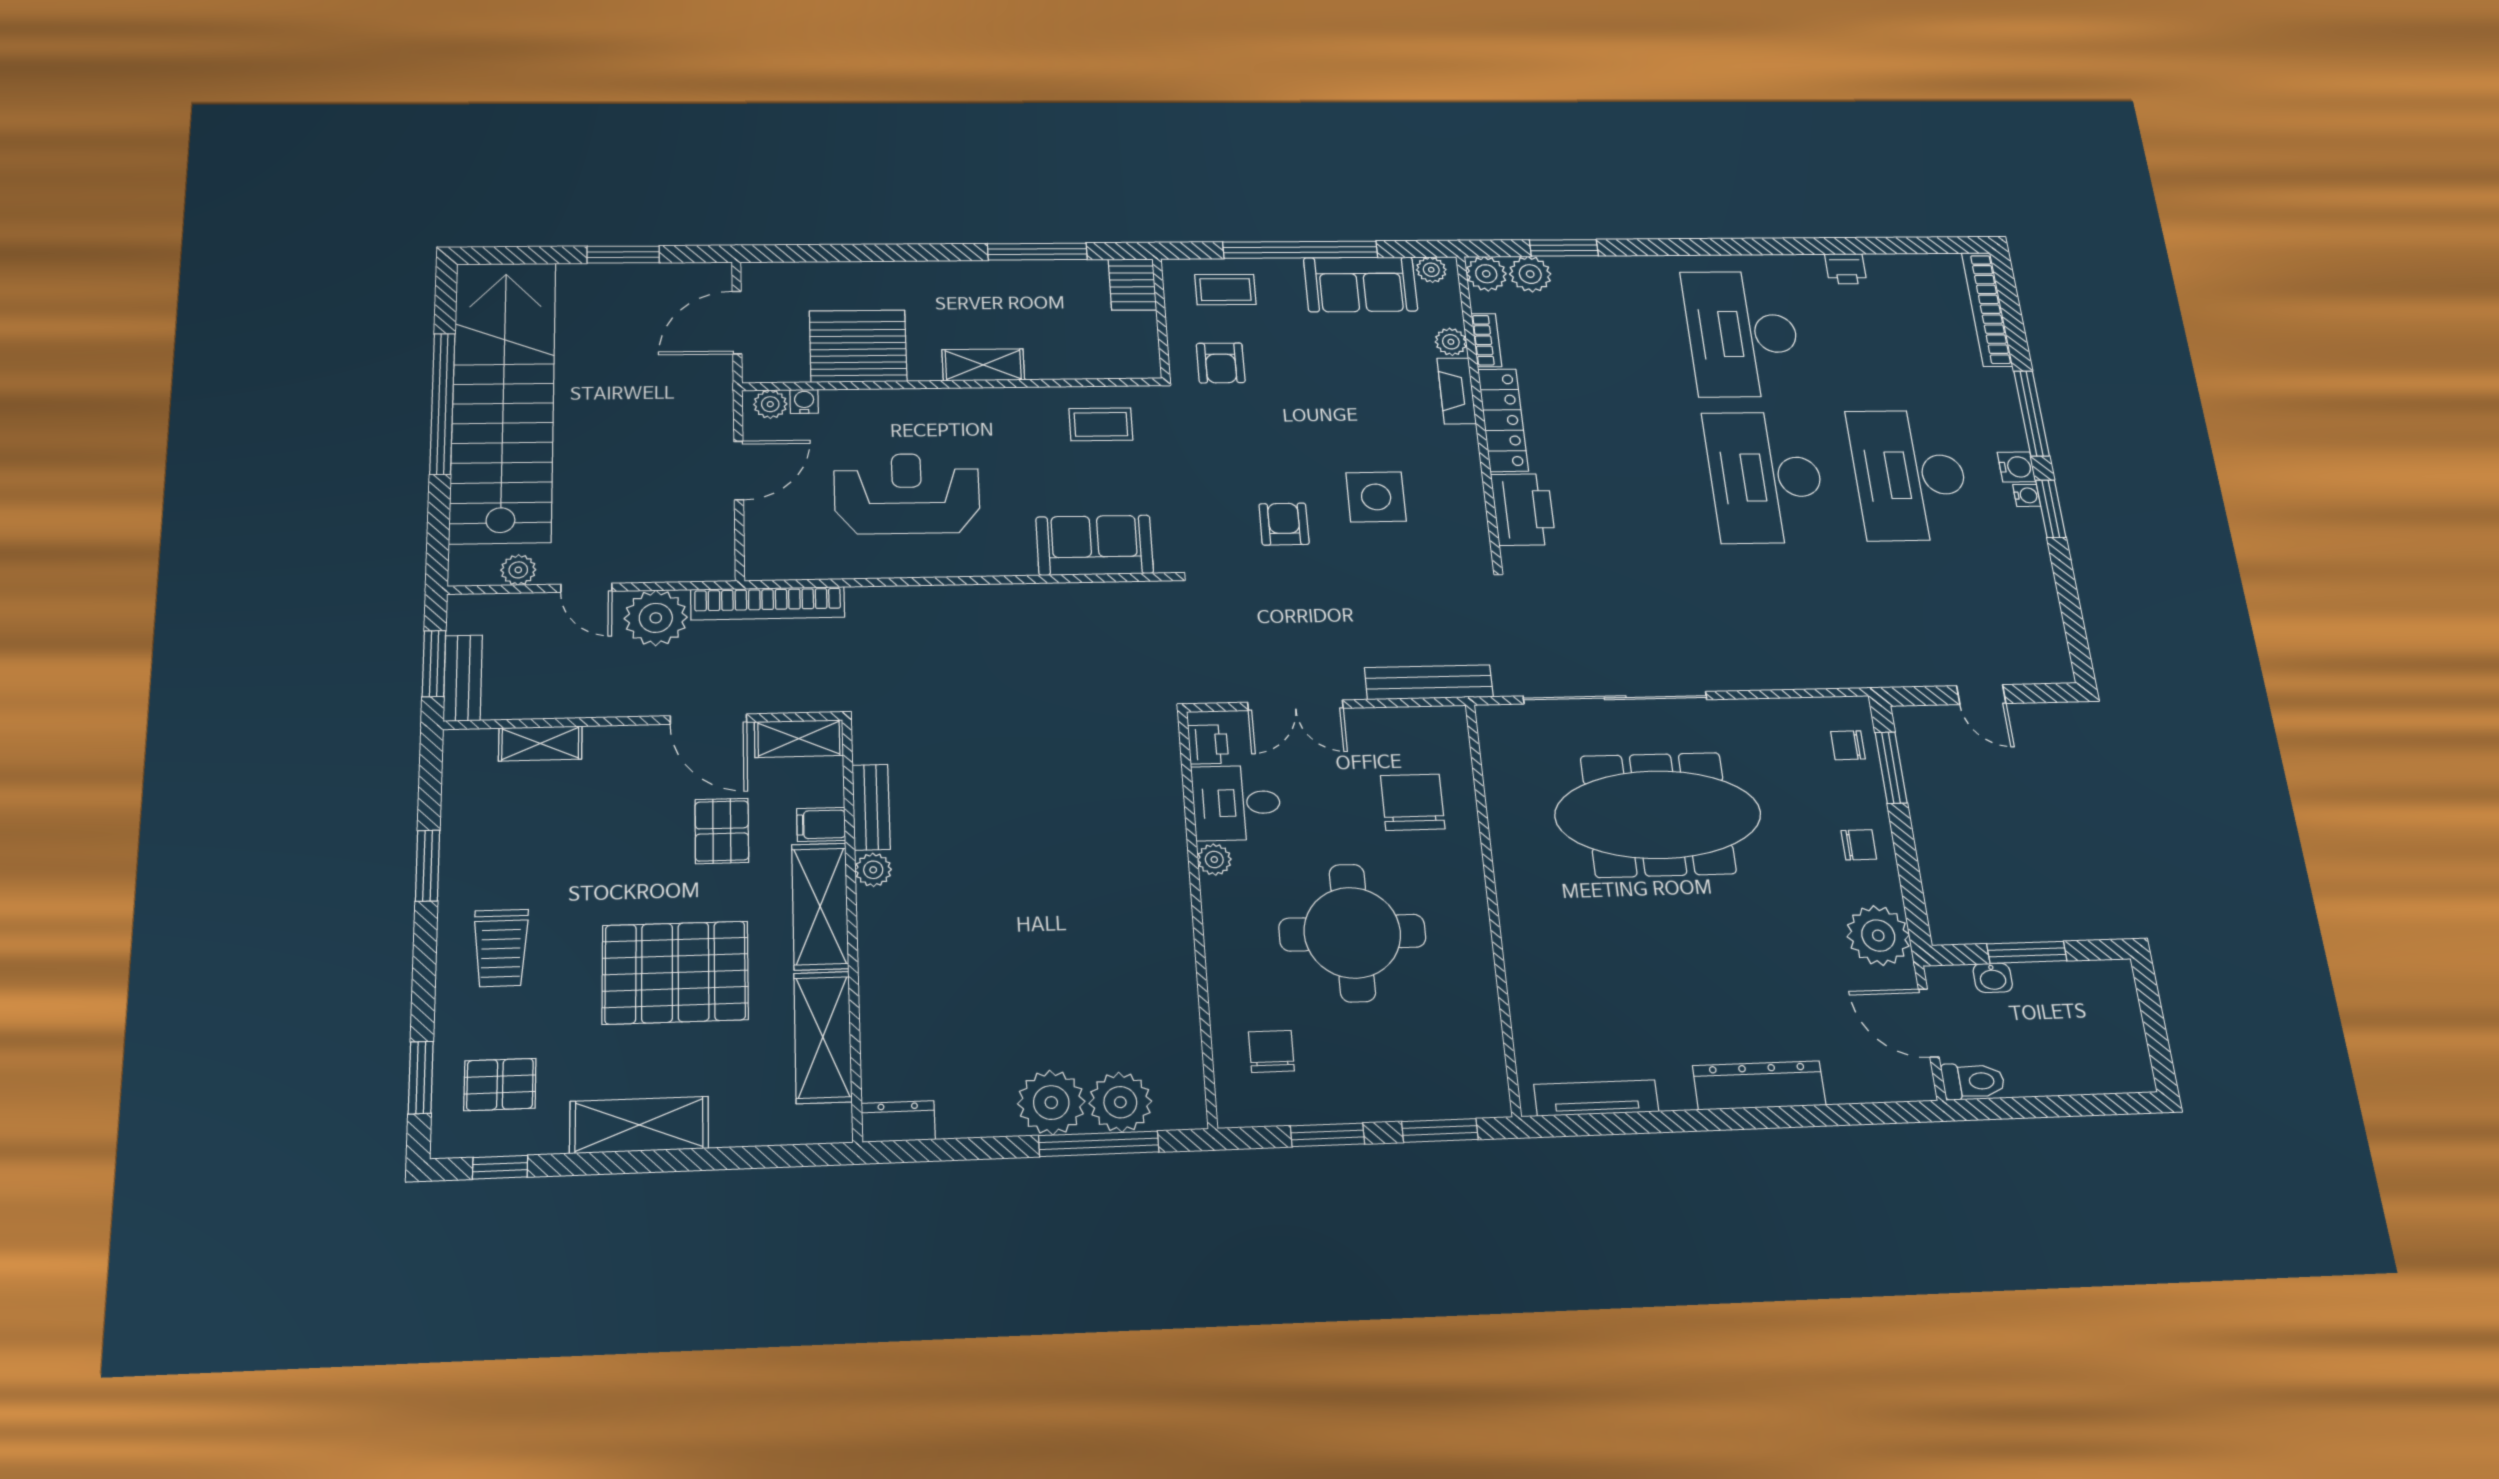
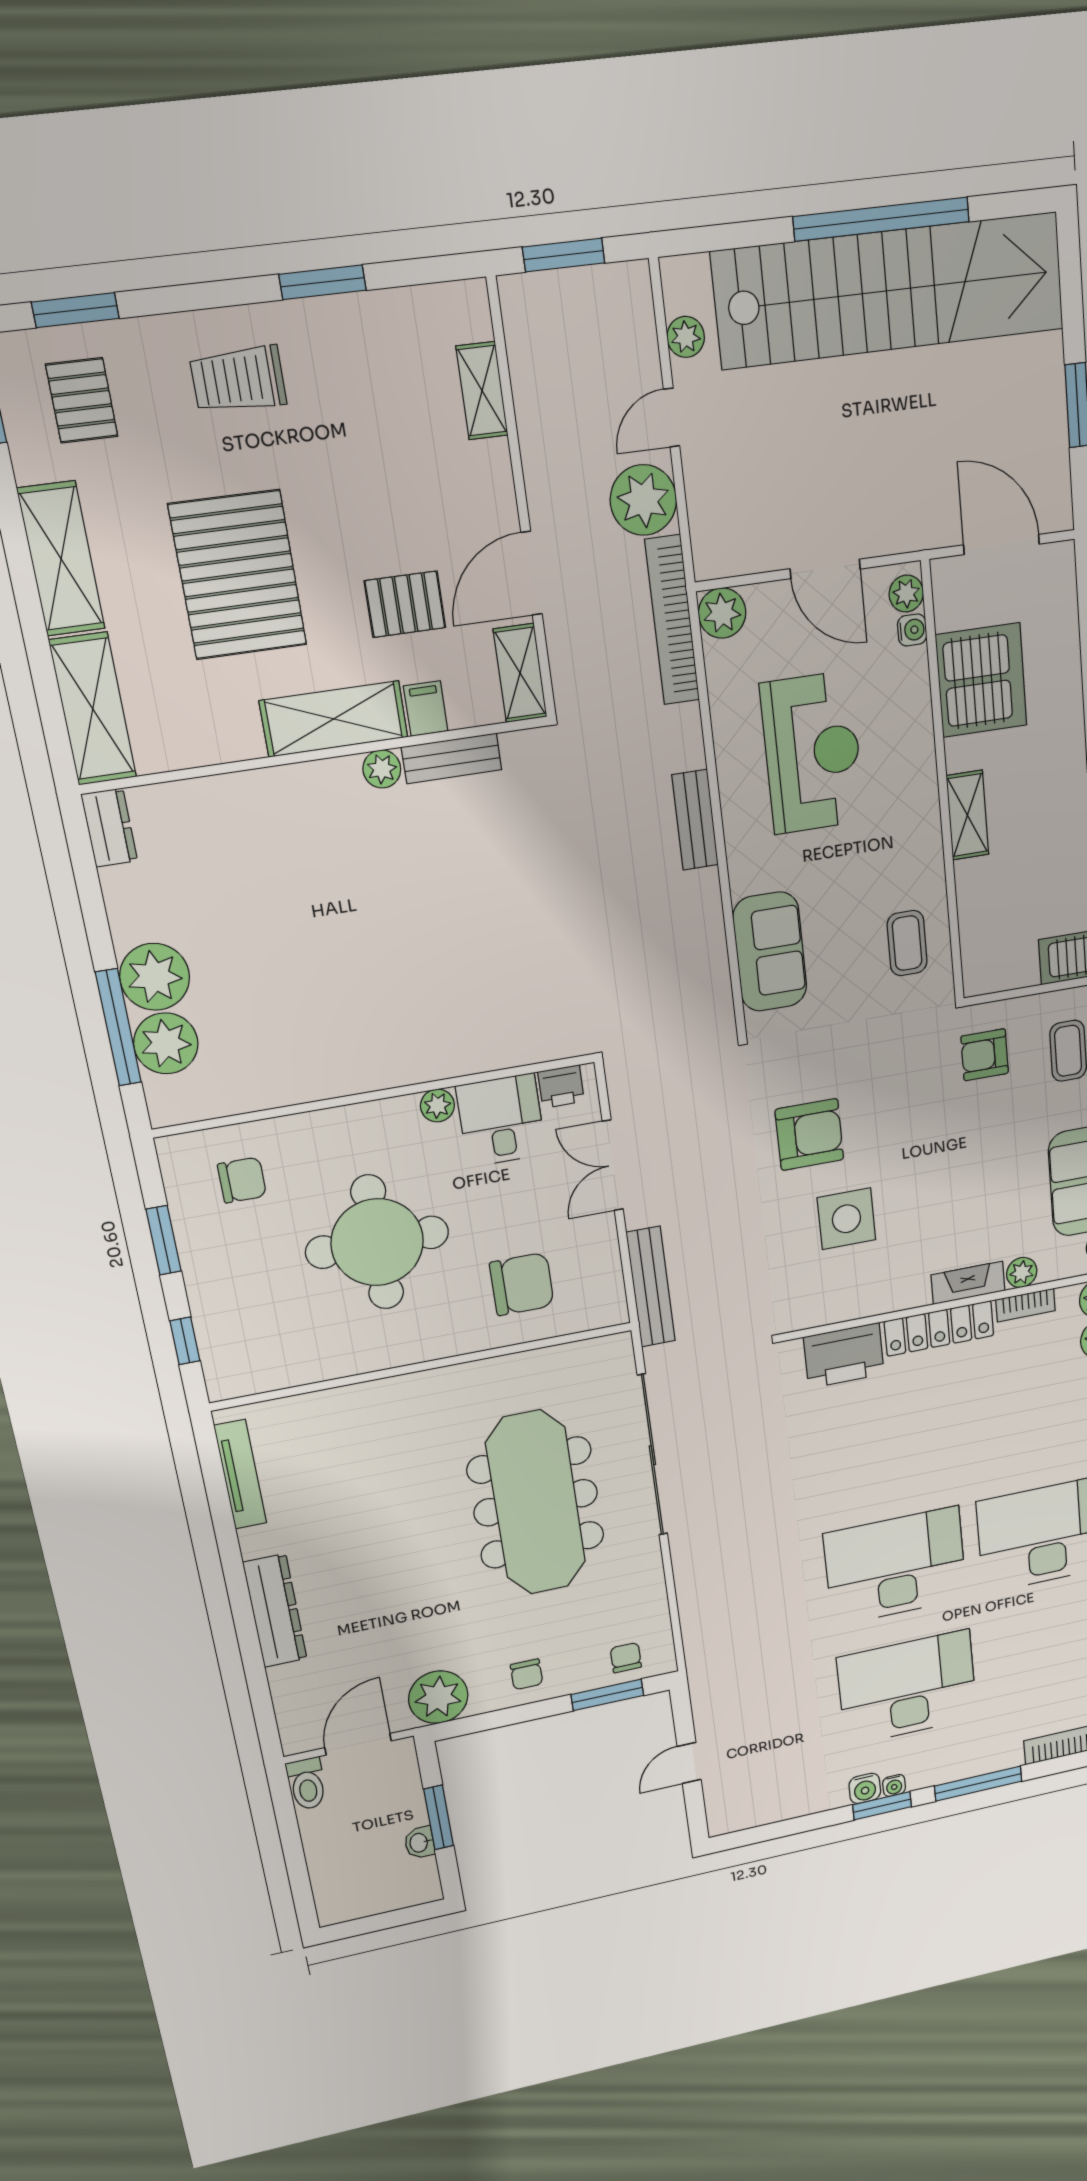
water cooler: (2016, 467) -> (865, 1788), moved
armchair: (1284, 524) -> (809, 1135), width x1.38, depth x1.38
plant: (767, 560) -> (722, 613), added
bench: (463, 678) -> (695, 820), moved, turned 90
washbasin: (1993, 978) -> (419, 1843), moved
shelving: (823, 1037) -> (93, 709), moved, turned 90
window: (1440, 1130) -> (185, 1341), width x0.67

